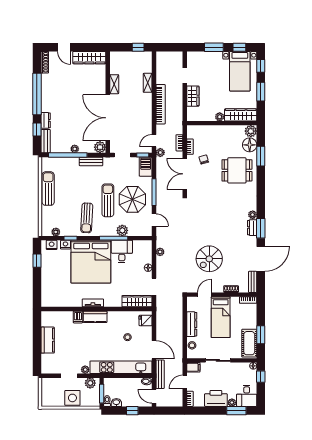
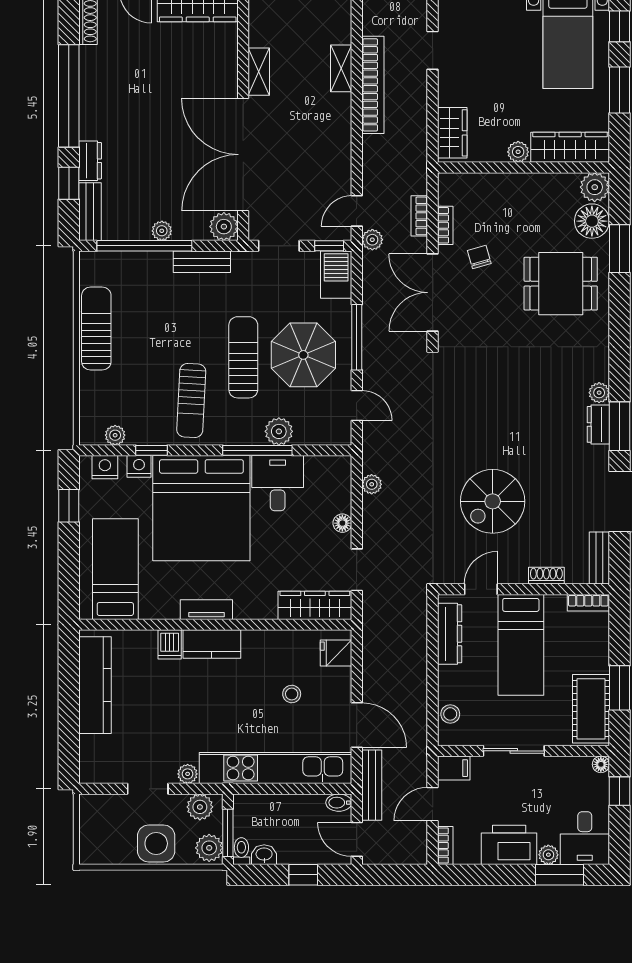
wardrobe: (193, 96) -> (452, 133), moved
bookcase: (161, 104) -> (373, 85), moved
bed: (56, 286) -> (115, 569), added
dresser: (192, 324) -> (450, 634), moved
kitchen counter: (48, 340) -> (95, 685), width x1.50
plant: (94, 400) -> (209, 848), added

